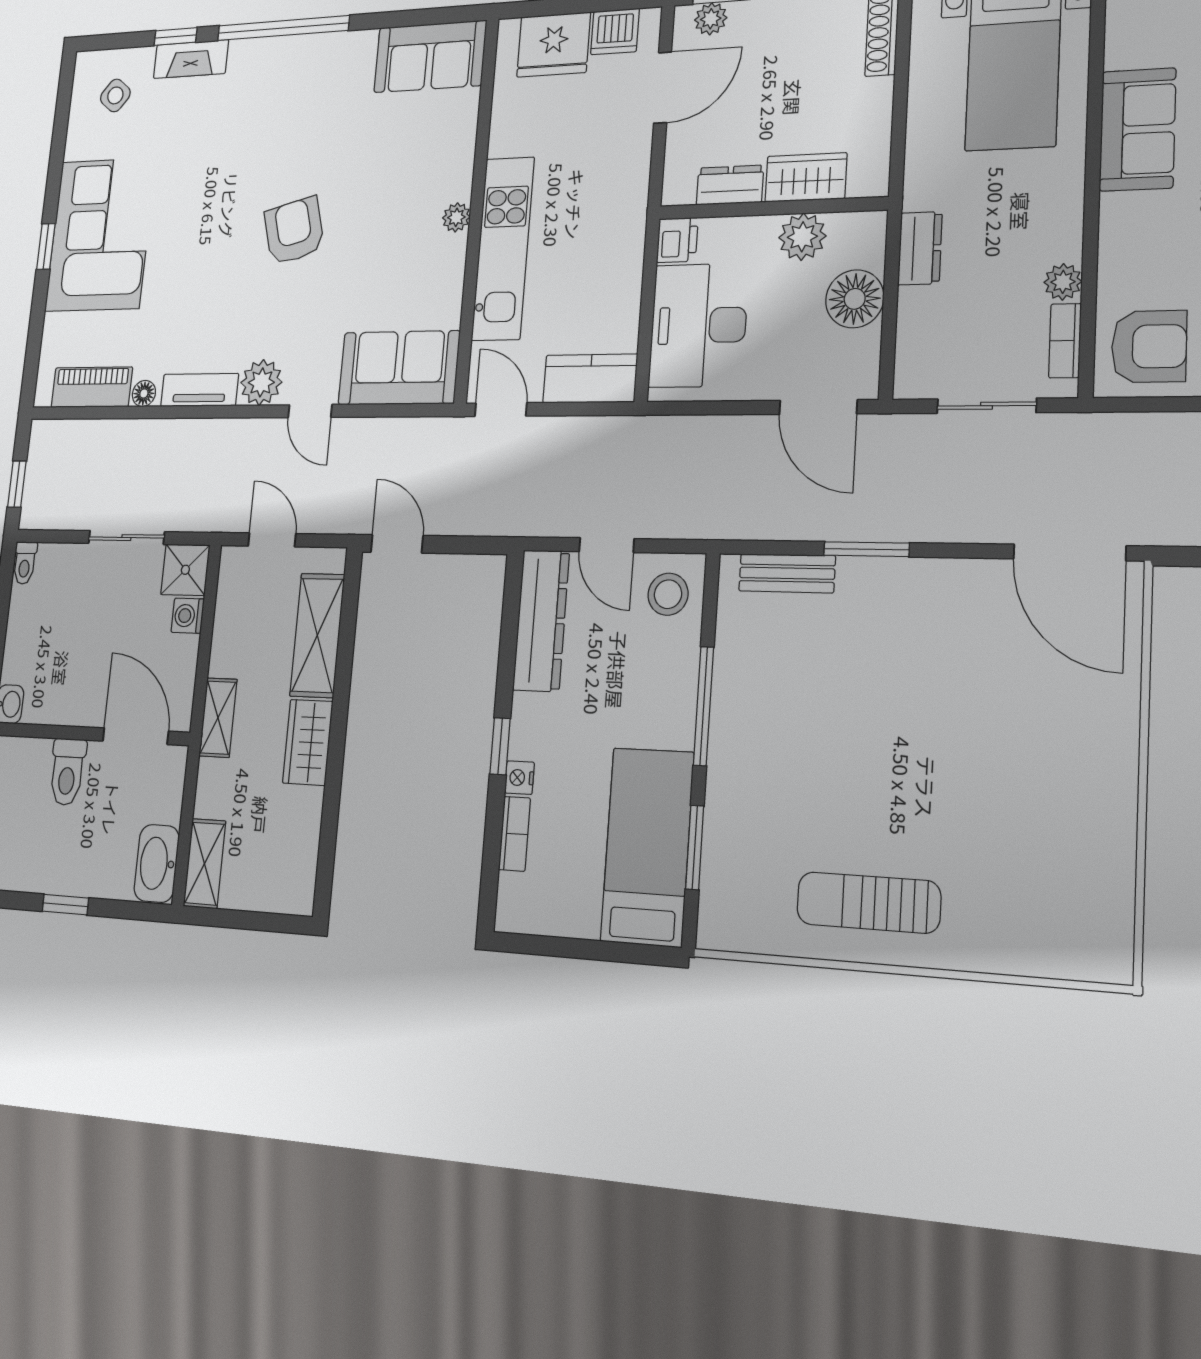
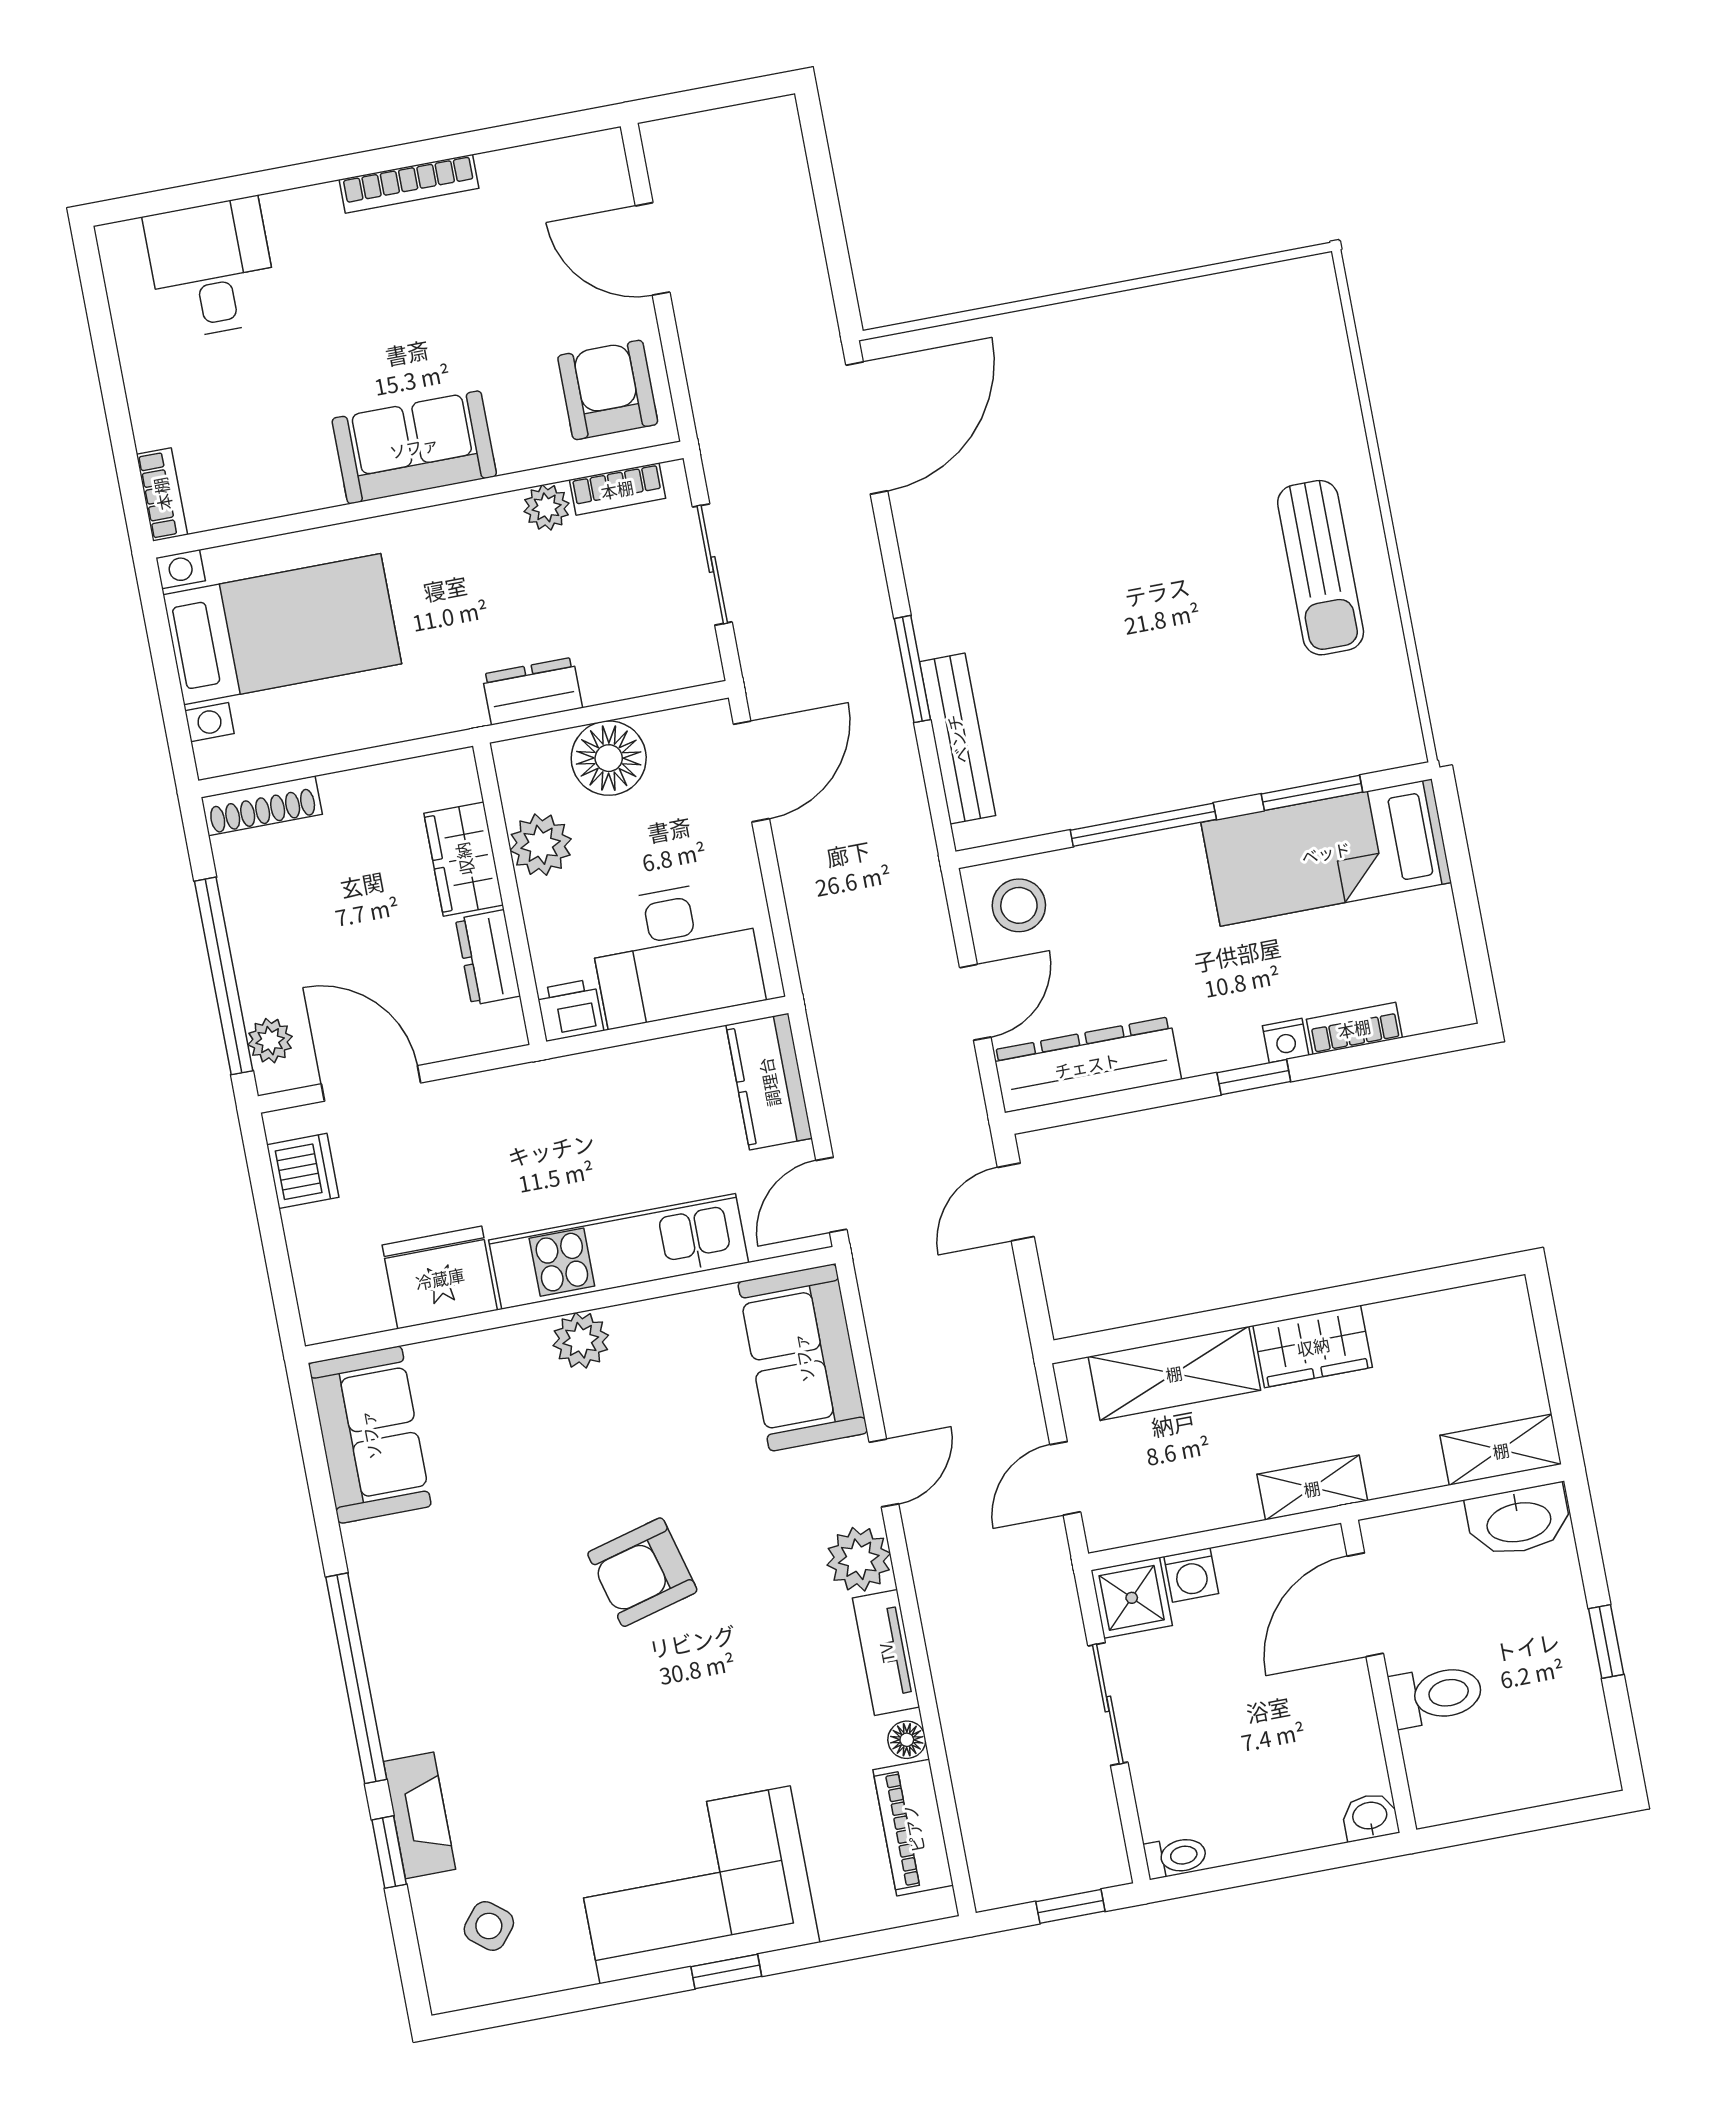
fridge: (554, 45) -> (440, 1278), moved, turned -90
sofa: (1138, 129) -> (414, 447), moved
plant: (456, 217) -> (581, 1340), width x1.38, depth x1.38
door: (397, 544) -> (1016, 1202), moved
bench: (787, 573) -> (957, 739), width x1.36

